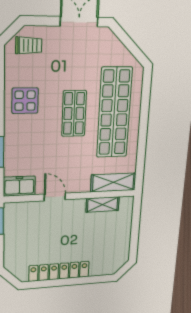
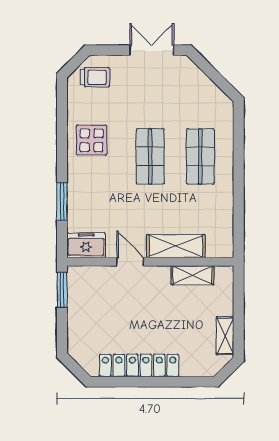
shop shelf: (114, 113) -> (200, 156), width x0.50, depth x0.74
shelving: (113, 182) -> (176, 246), moved
shelving: (124, 246) -> (225, 336), added

